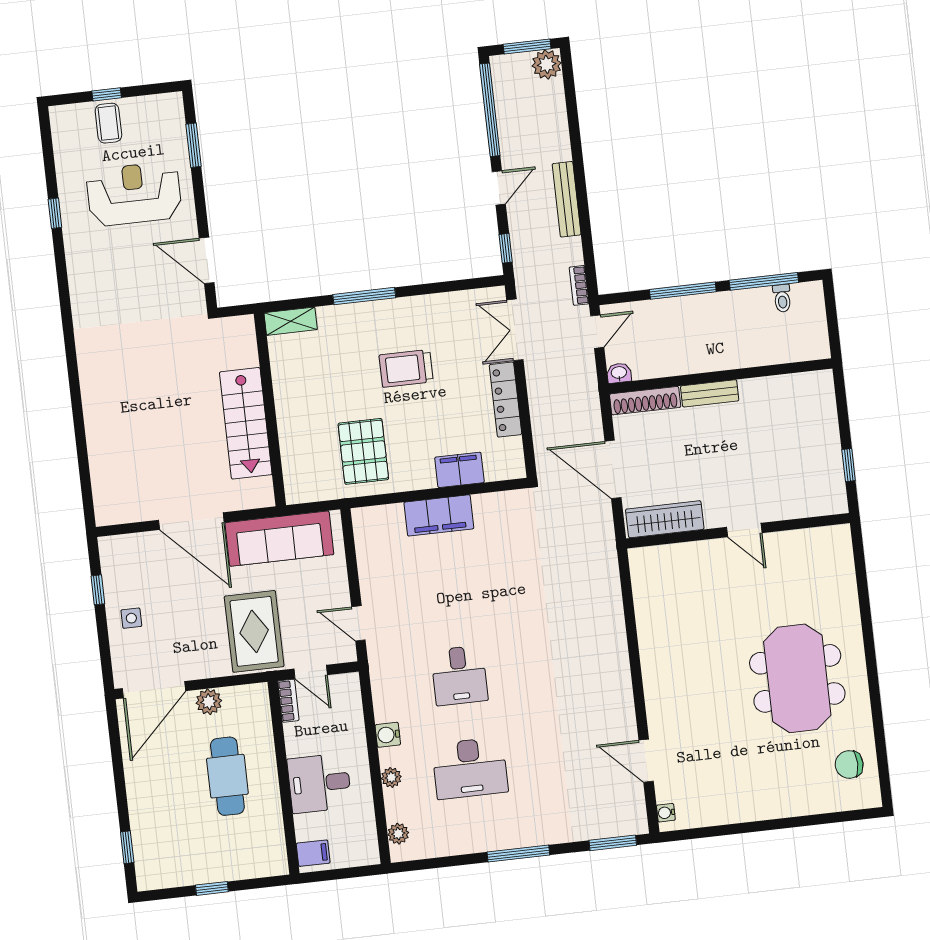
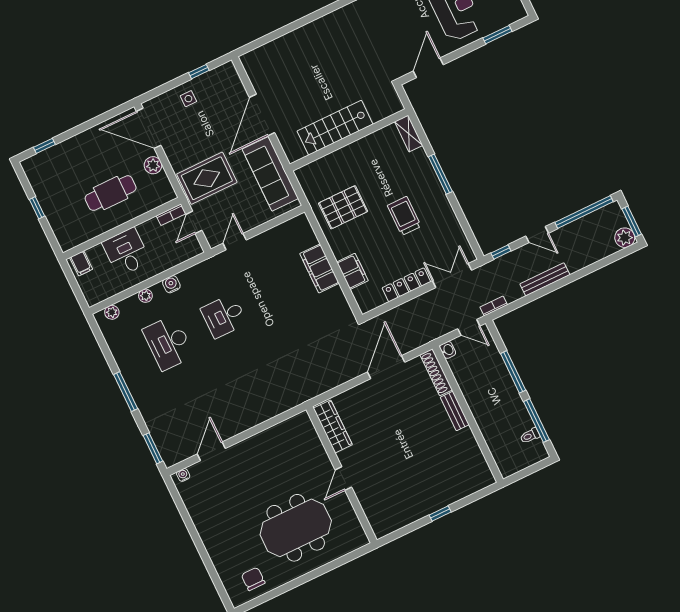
wardrobe: (665, 519) -> (333, 426), moved
door: (744, 530) -> (343, 478), moved
wall: (738, 531) -> (342, 475), moved

